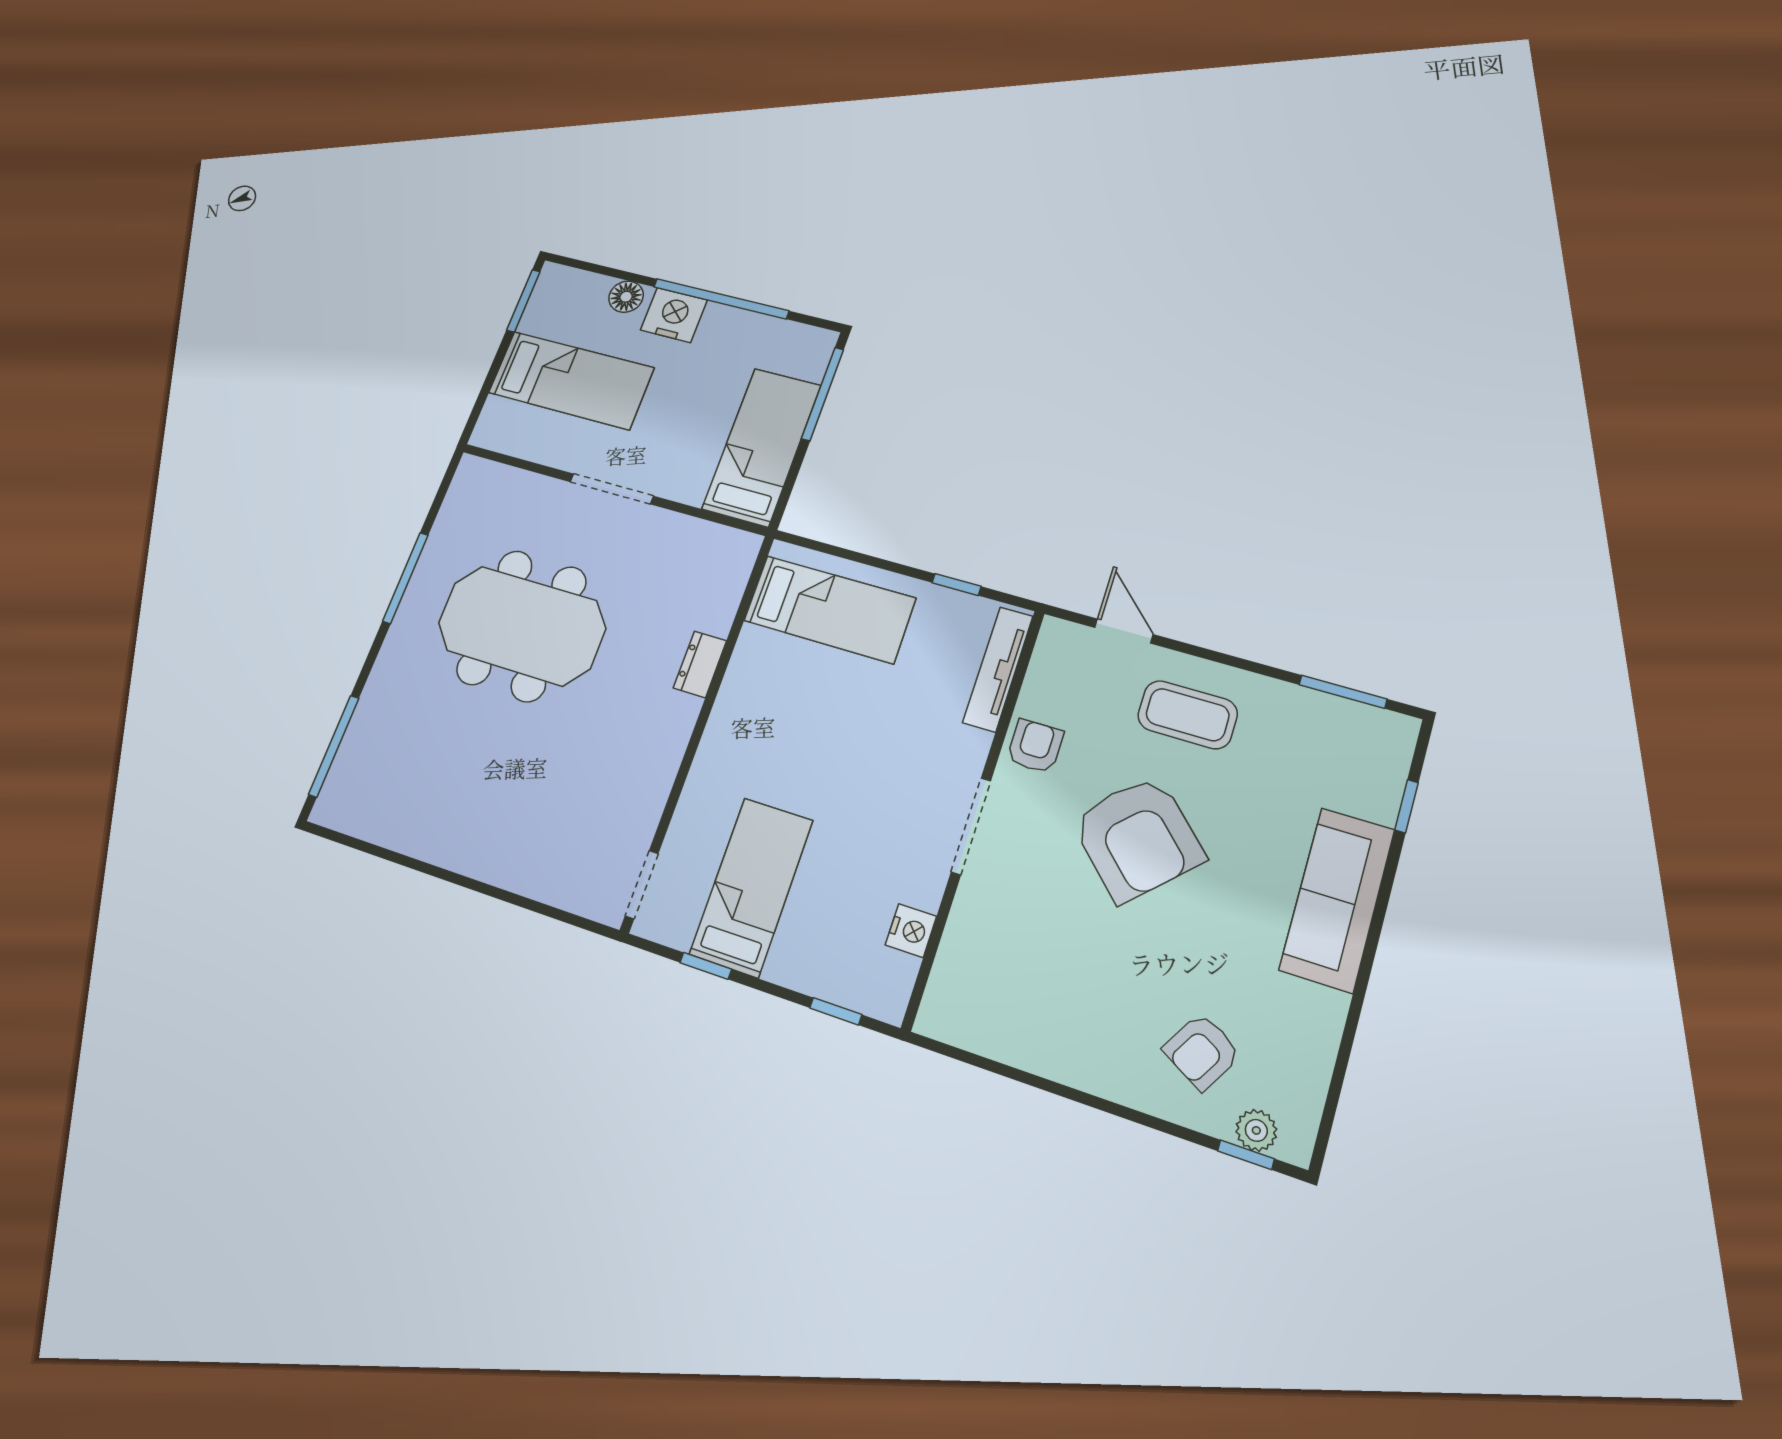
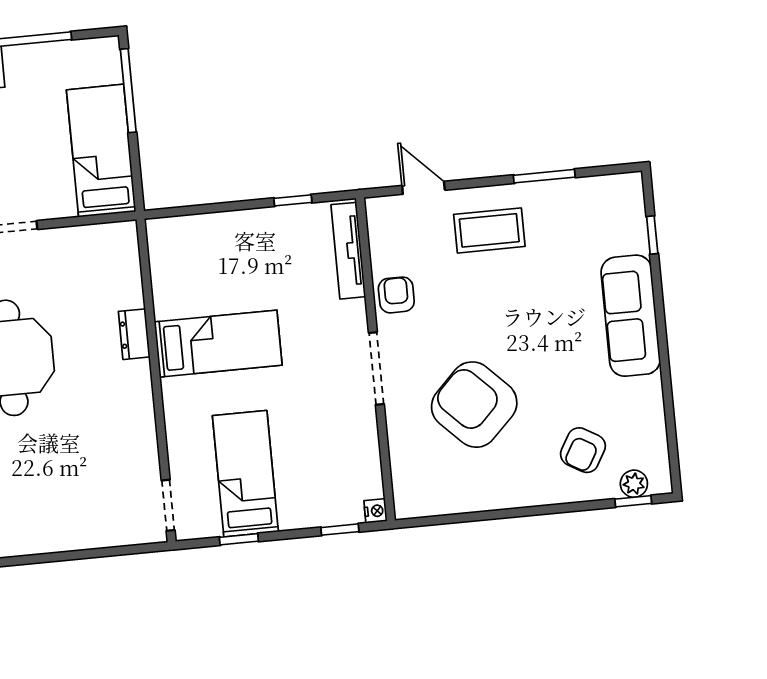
bed: (830, 609) -> (218, 344), moved
window: (1343, 692) -> (544, 176), moved
armchair: (1137, 838) -> (474, 405), moved, turned 180
nightstand: (911, 931) -> (375, 511), moved, width x0.72, depth x0.74

